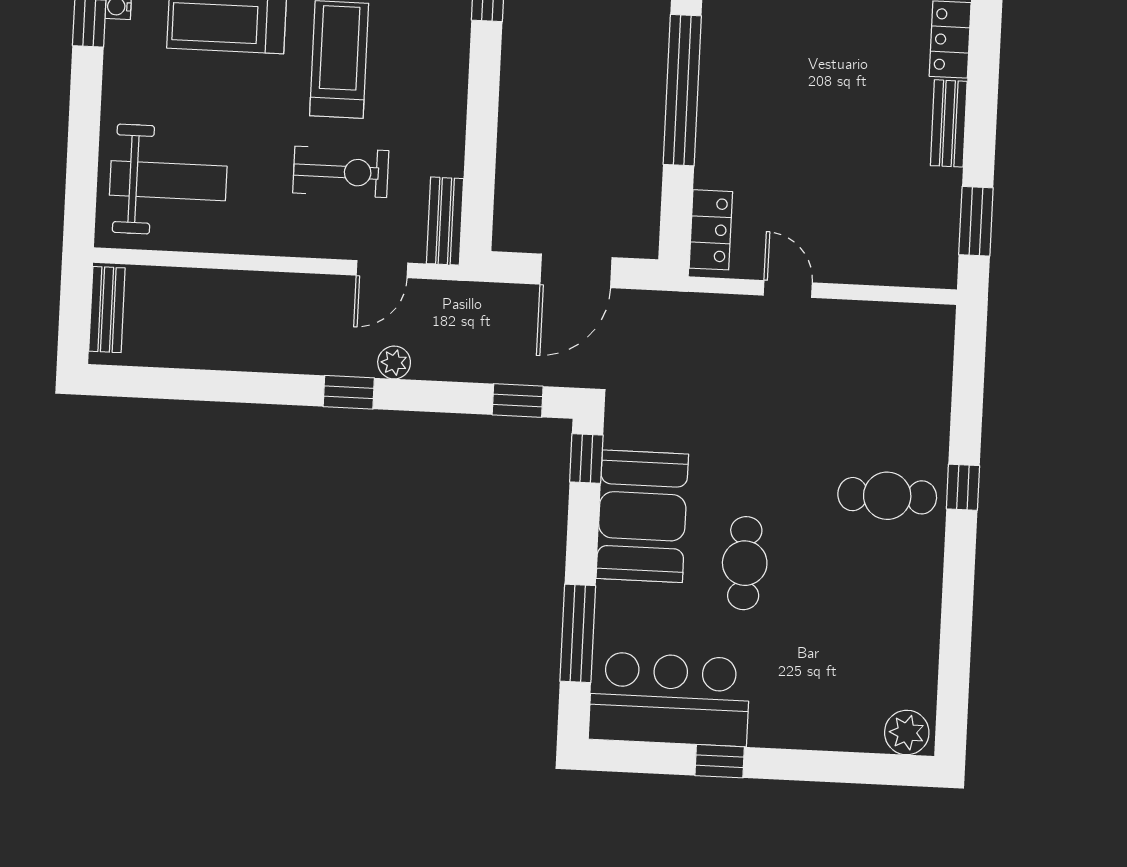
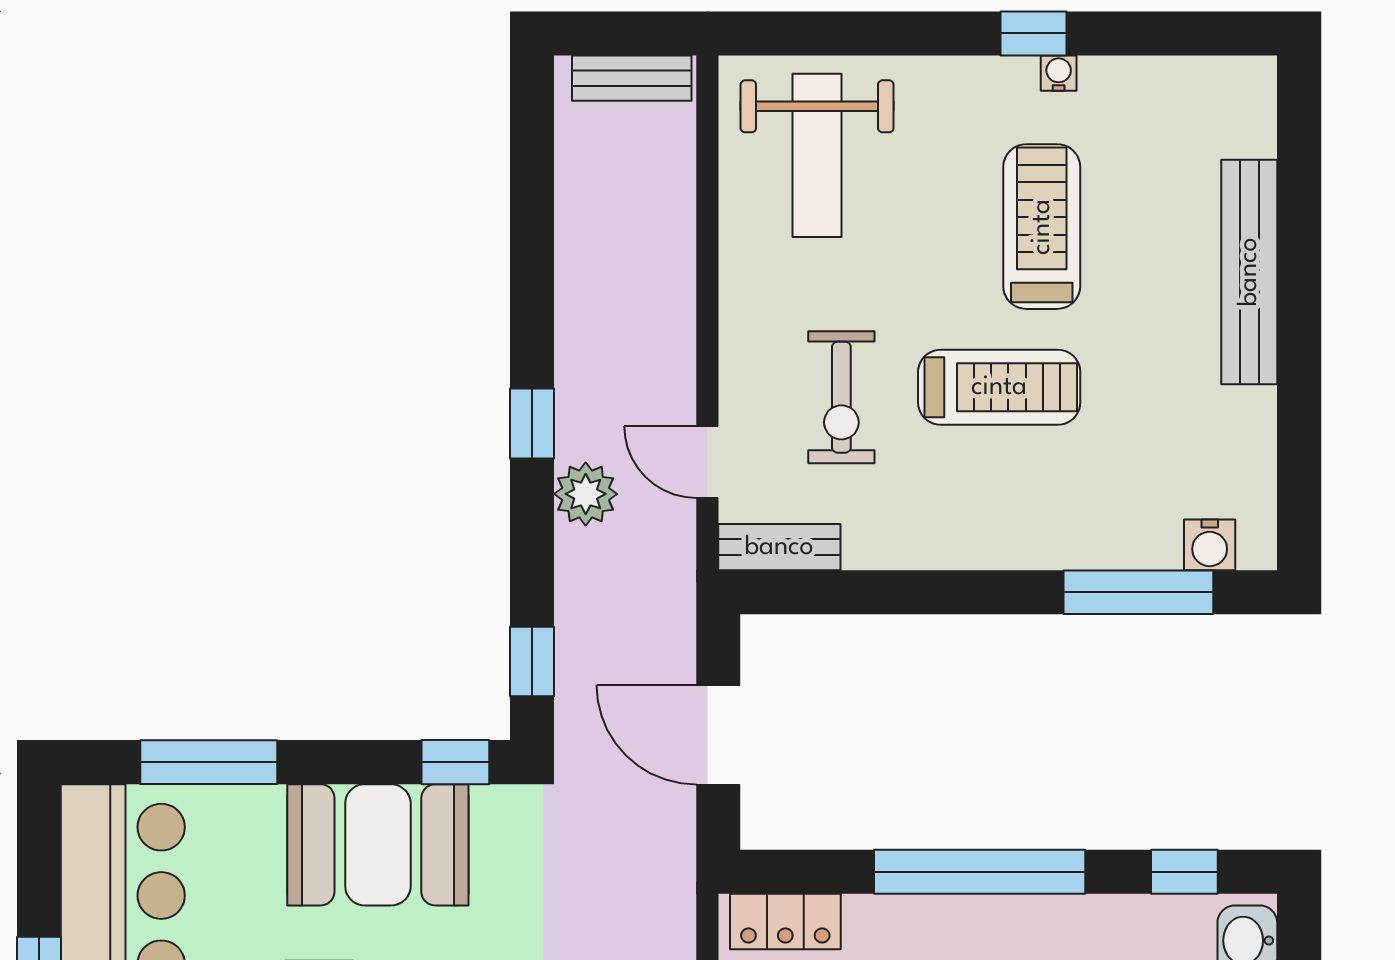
plant: (394, 362) -> (586, 494), width x1.38, depth x1.38

